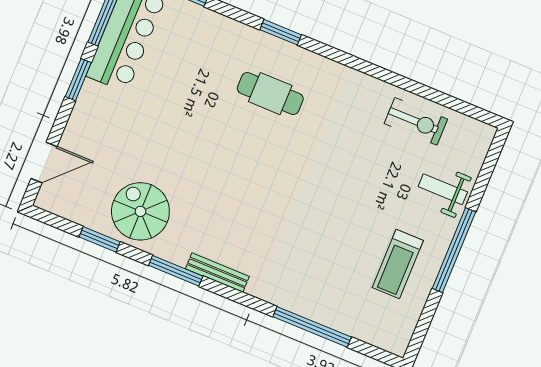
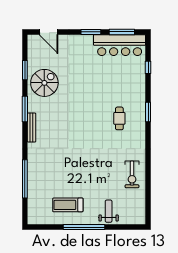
cafe table: (270, 94) -> (119, 118), width x0.73, depth x0.74
exercise bike: (416, 121) -> (132, 174), moved

